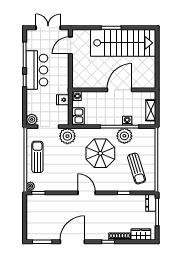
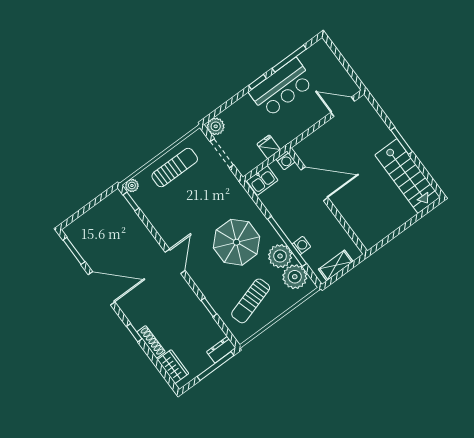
double door: (48, 28) -> (344, 63), removed
stairs: (123, 43) -> (408, 176), width x0.73, depth x0.66
door: (120, 90) -> (314, 184), moved
plant: (67, 136) -> (295, 277), moved

